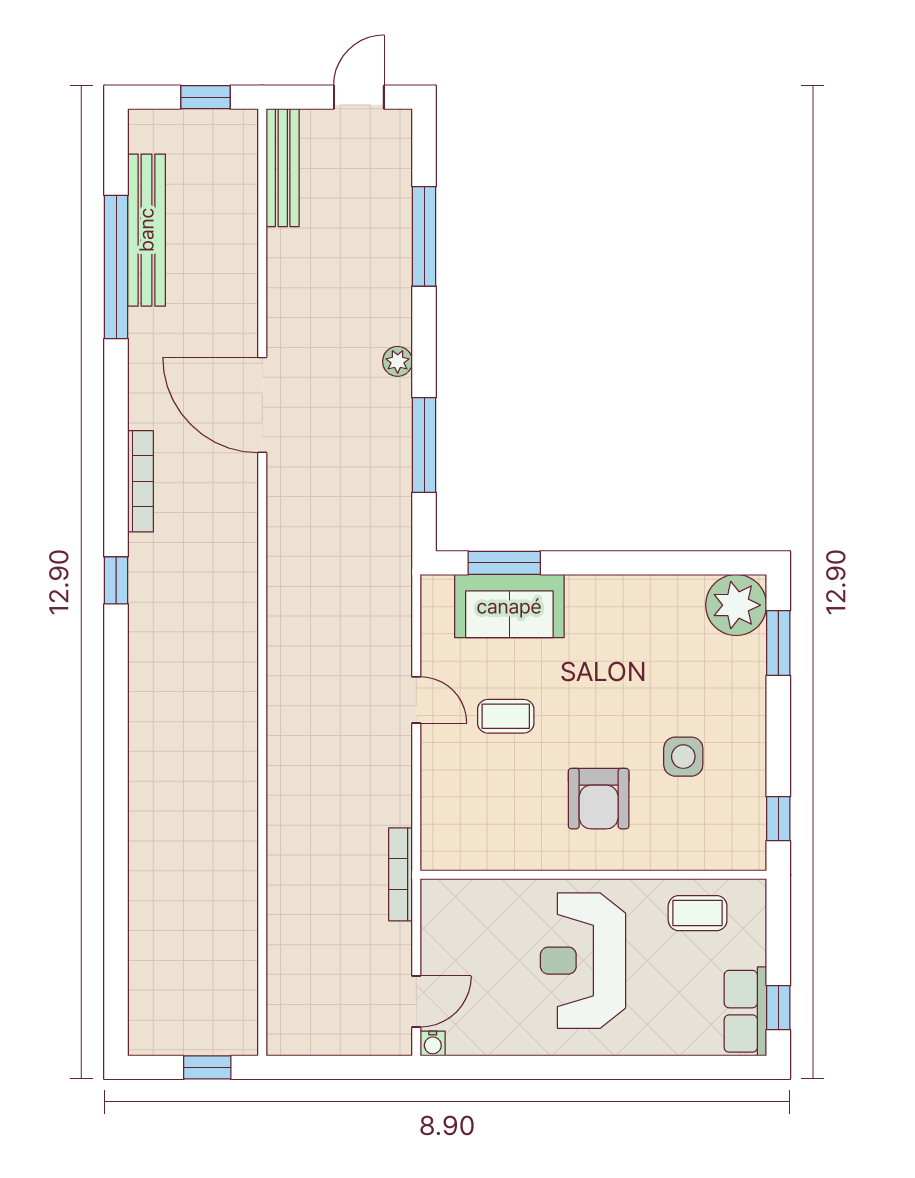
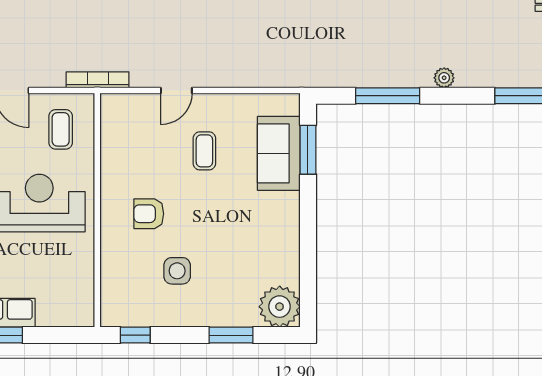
window: (778, 643) -> (231, 335), moved
door: (416, 700) -> (176, 90), moved
armchair: (599, 799) -> (149, 214), width x0.72, depth x0.72
coffee table: (698, 913) -> (61, 129), moved

